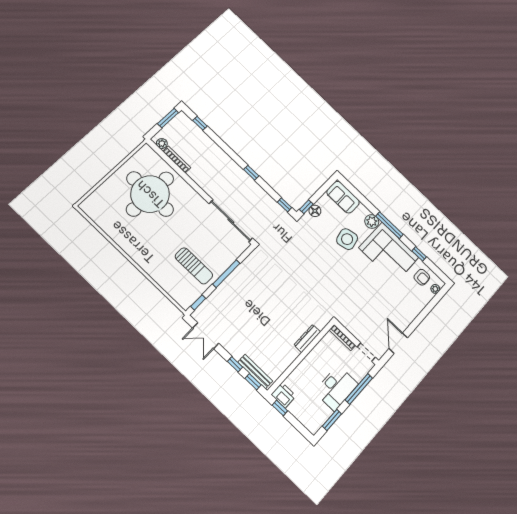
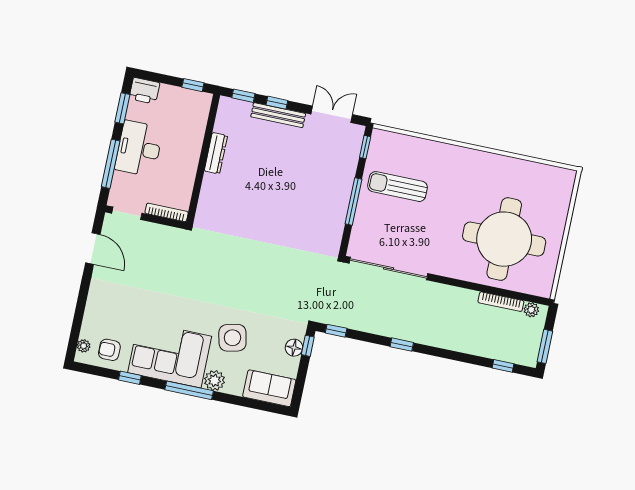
dresser: (307, 338) -> (216, 153), moved
bench: (255, 372) -> (278, 115), moved
printer: (284, 395) -> (144, 91), moved

